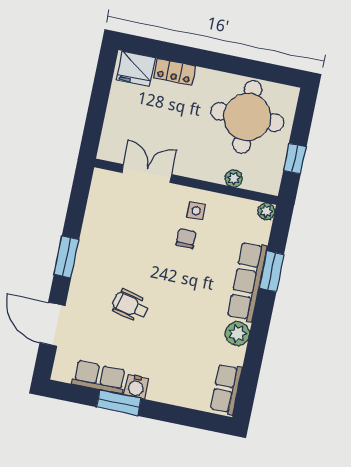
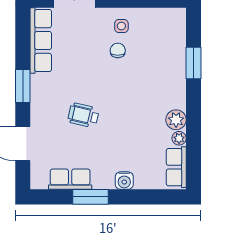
plant: (266, 211) -> (179, 138), moved
row of seats: (247, 281) -> (41, 41), moved, turned 180
water cooler: (136, 387) -> (124, 181), moved

